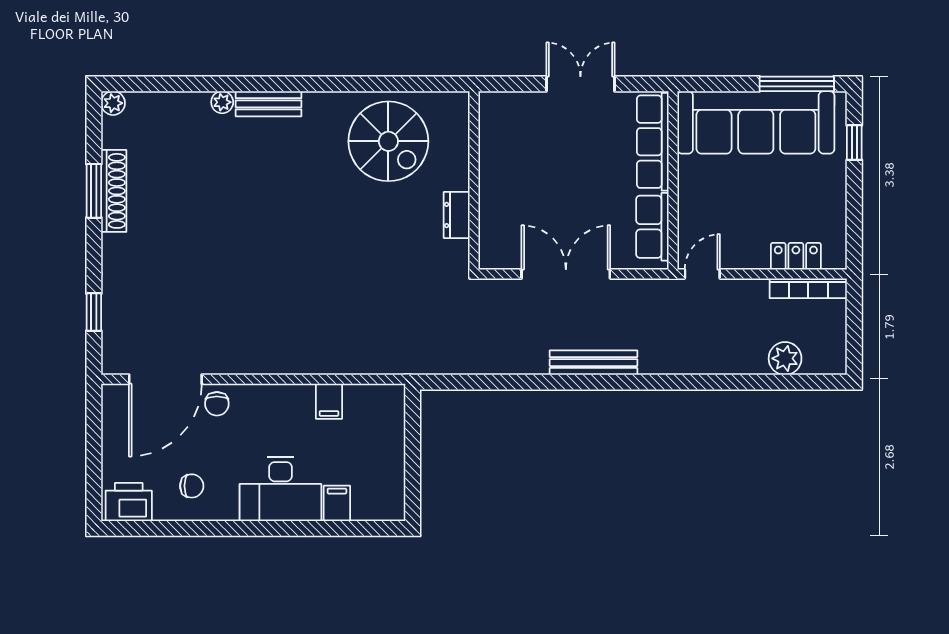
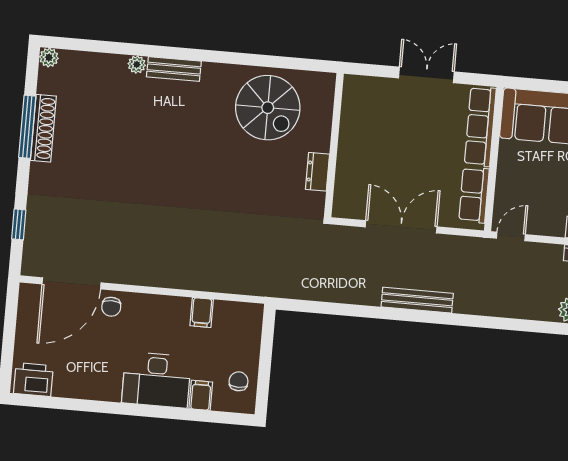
window: (94, 191) -> (27, 127), width x1.44
chair: (192, 486) -> (239, 381), moved, turned -90

